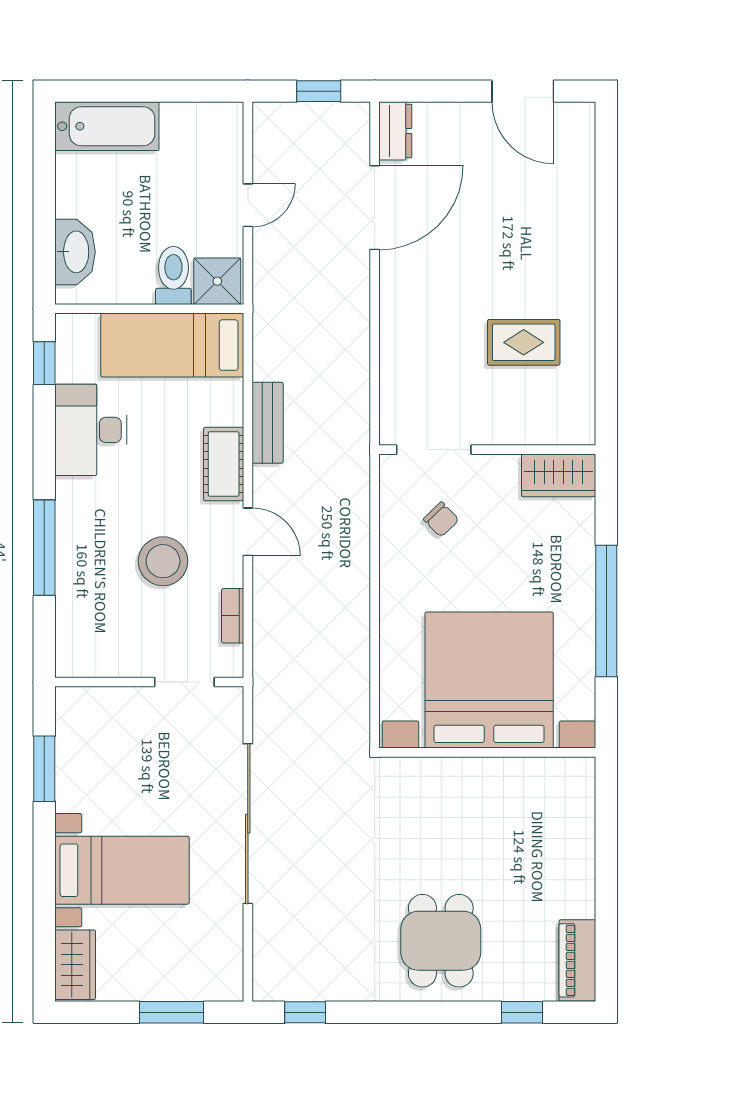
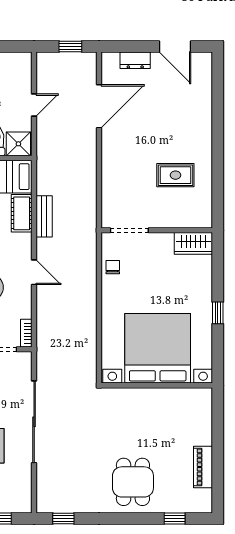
dresser: (395, 131) -> (135, 60), moved, turned 90
cot: (224, 464) -> (22, 213), moved
chair: (441, 519) -> (113, 267), moved, turned -136
window: (606, 611) -> (218, 313), width x0.32
bookcase: (233, 616) -> (26, 333), moved
piano: (577, 960) -> (203, 467), moved

